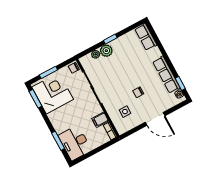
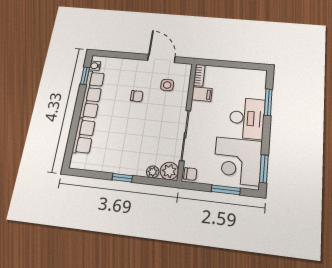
row of seats: (146, 37) -> (84, 136), moved
plant: (106, 51) -> (169, 171), moved
door: (155, 119) -> (161, 59), moved
desk: (75, 143) -> (247, 118), moved

